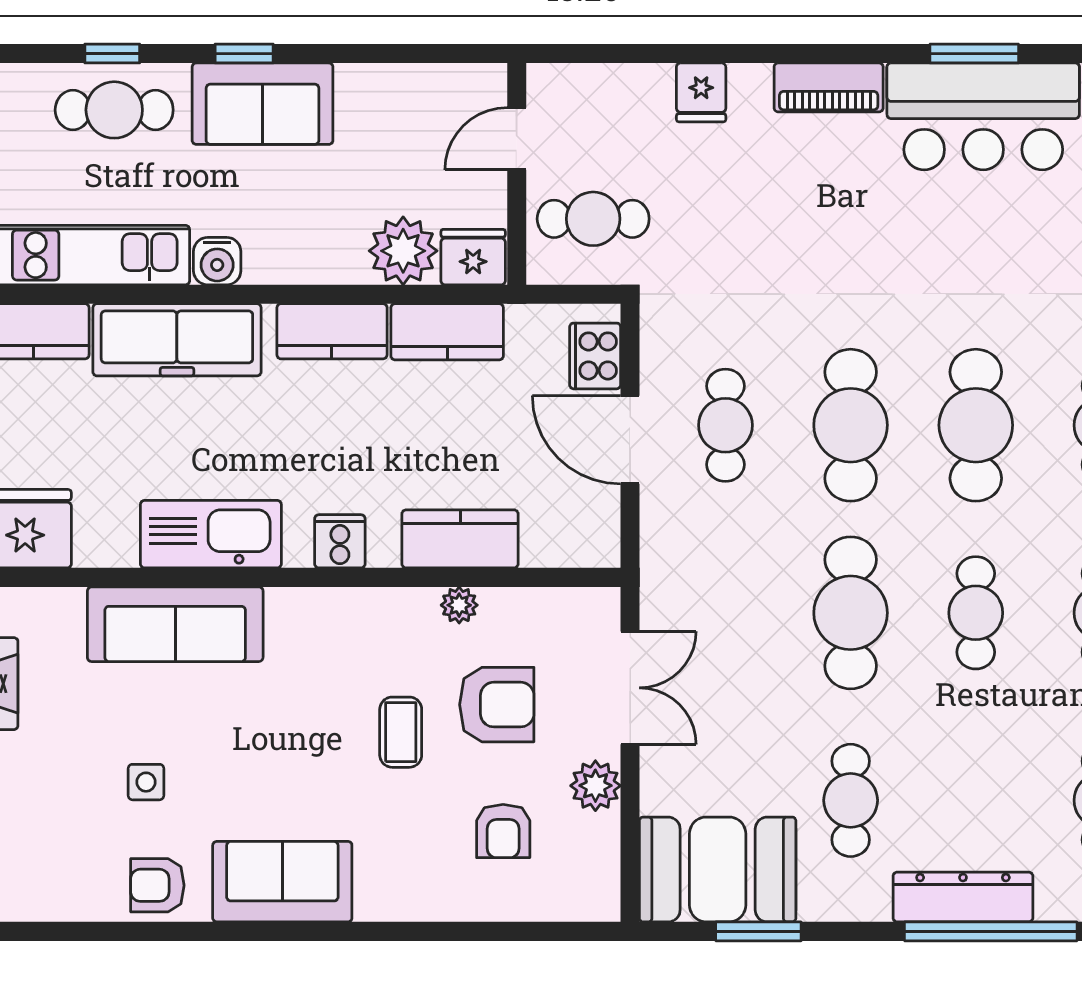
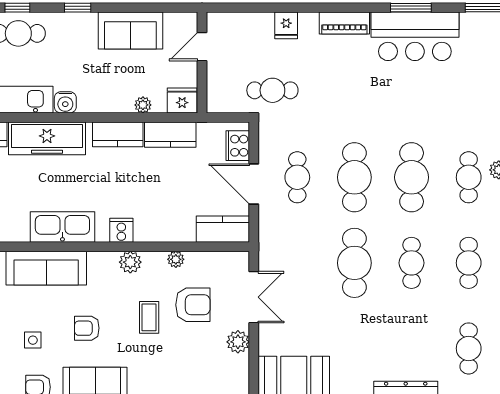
sofa: (263, 104) -> (130, 31), moved
cafe table: (593, 219) -> (272, 90), moved
plant: (403, 251) -> (143, 105), width x0.53, depth x0.53
kitchen counter: (460, 539) -> (223, 229), moved
plant: (360, 611) -> (130, 262), added
cafe table: (851, 800) -> (354, 348), removed
armchair: (503, 831) -> (87, 328), moved, turned 90

